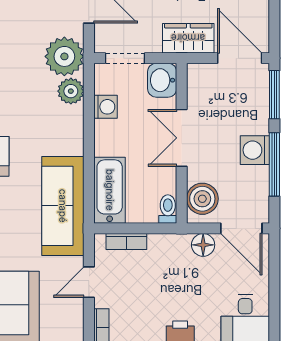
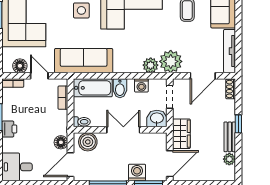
bidet: (110, 144) -> (120, 88), added
washing machine: (255, 150) -> (137, 172), moved
floor lamp: (72, 315) -> (20, 66), added

